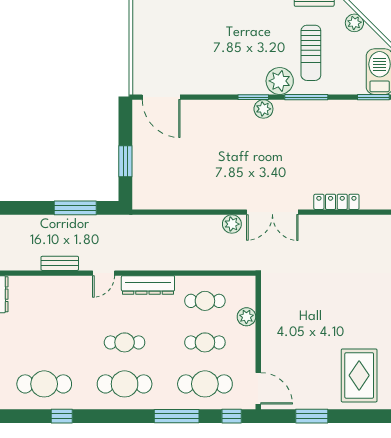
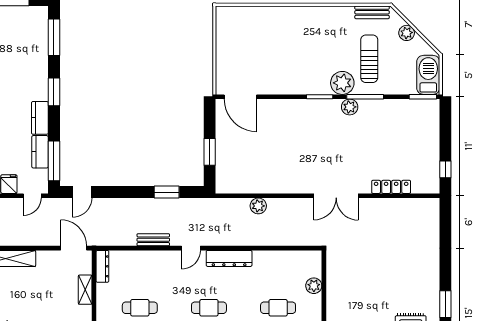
sun lounger: (311, 53) -> (369, 59), turned 180
plant: (263, 109) -> (350, 107), moved
window: (75, 208) -> (167, 192), width x0.69
plant: (232, 224) -> (258, 206), moved
cafe table: (205, 301) -> (140, 308), moved

